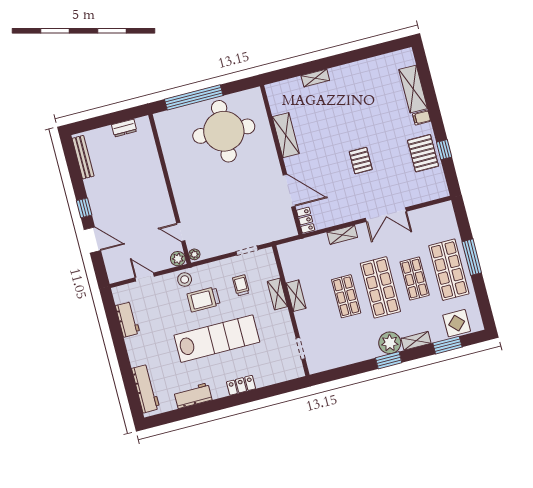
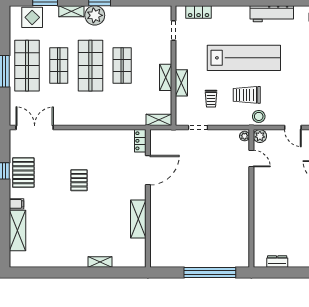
round table: (224, 131) -> (191, 236), removed
door: (289, 191) -> (148, 170), swing flipped
double door: (386, 215) -> (35, 128), moved
shelving: (342, 235) -> (159, 120), moved
trolley: (204, 299) -> (247, 95), turned 180
lab bench: (217, 339) -> (244, 58), turned 180
locker: (241, 385) -> (199, 12), moved
workbench: (193, 396) -> (272, 14), width x1.38

